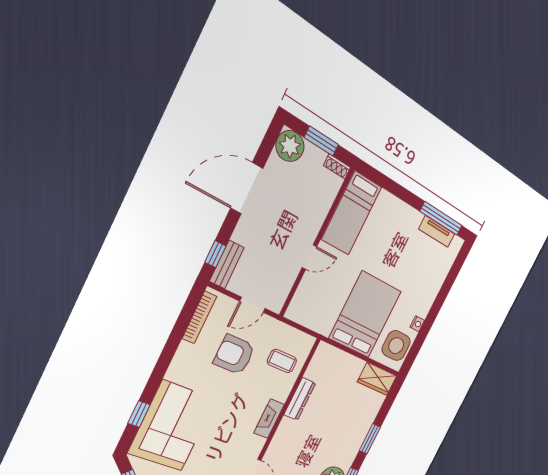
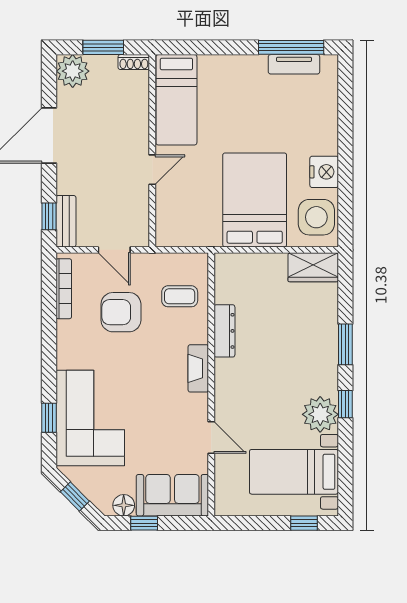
door: (252, 305) -> (114, 250), hinge flipped
nightstand: (417, 324) -> (324, 172), width x1.89, depth x1.79

